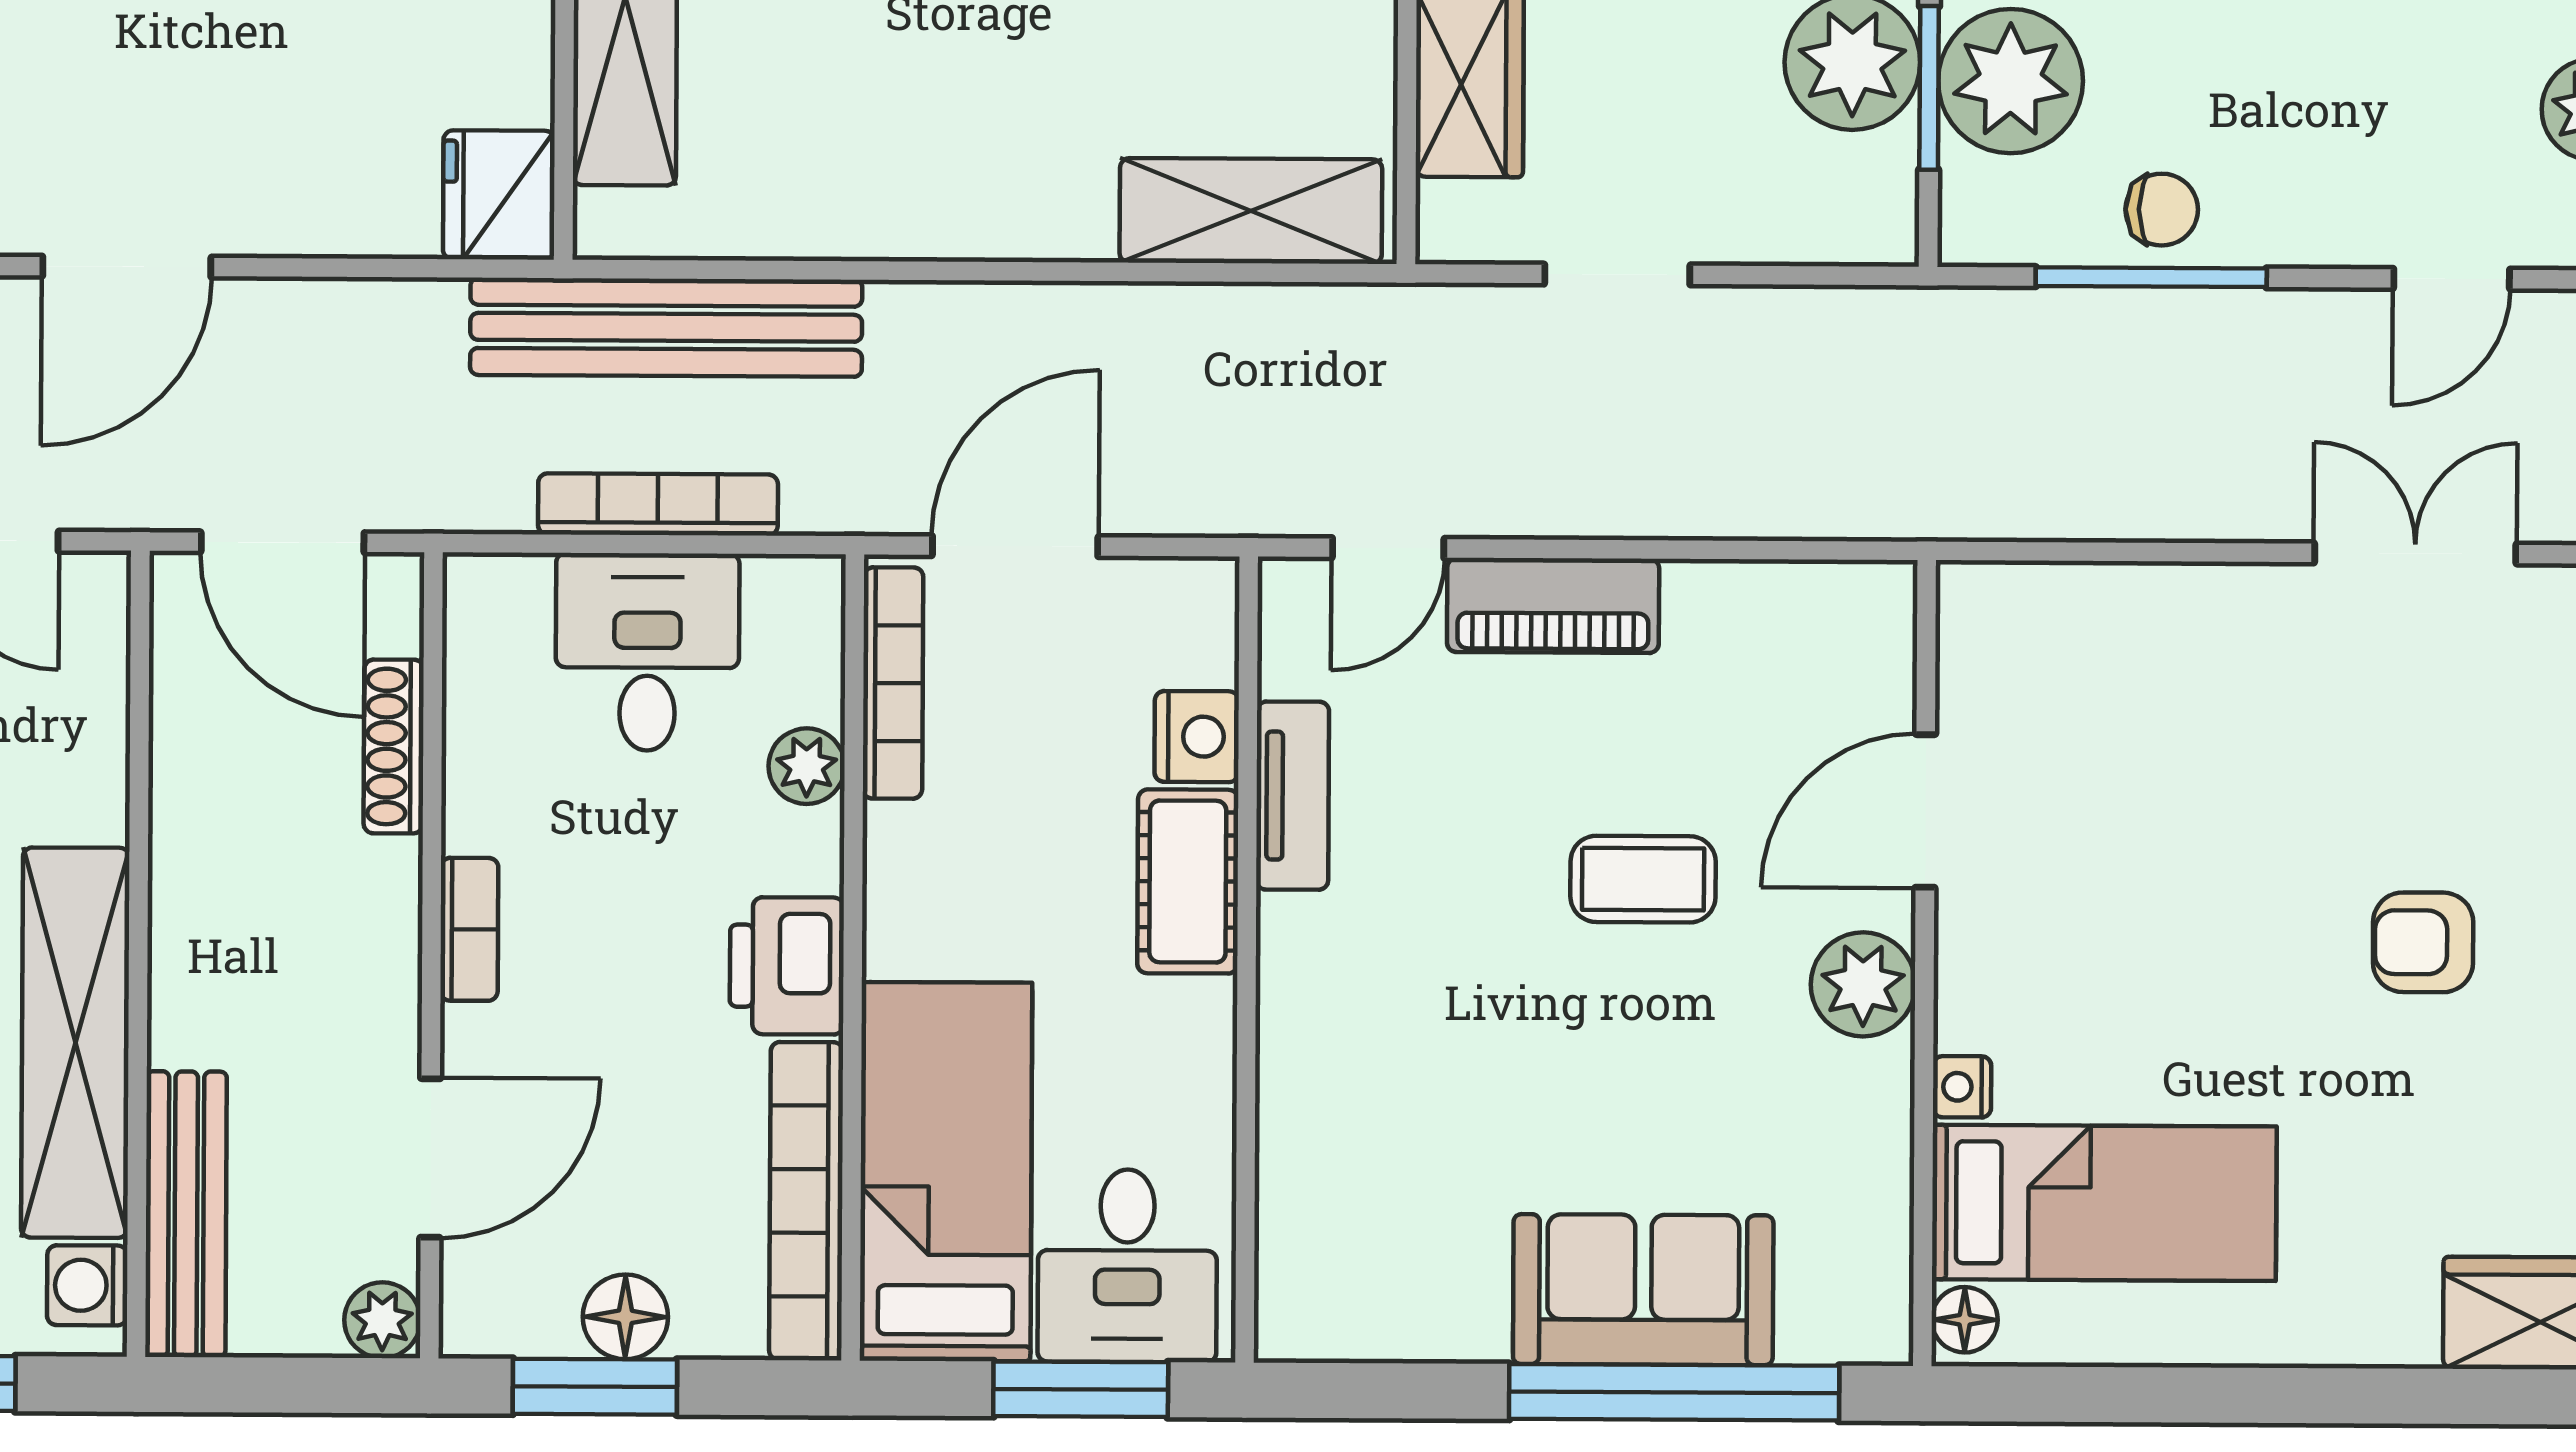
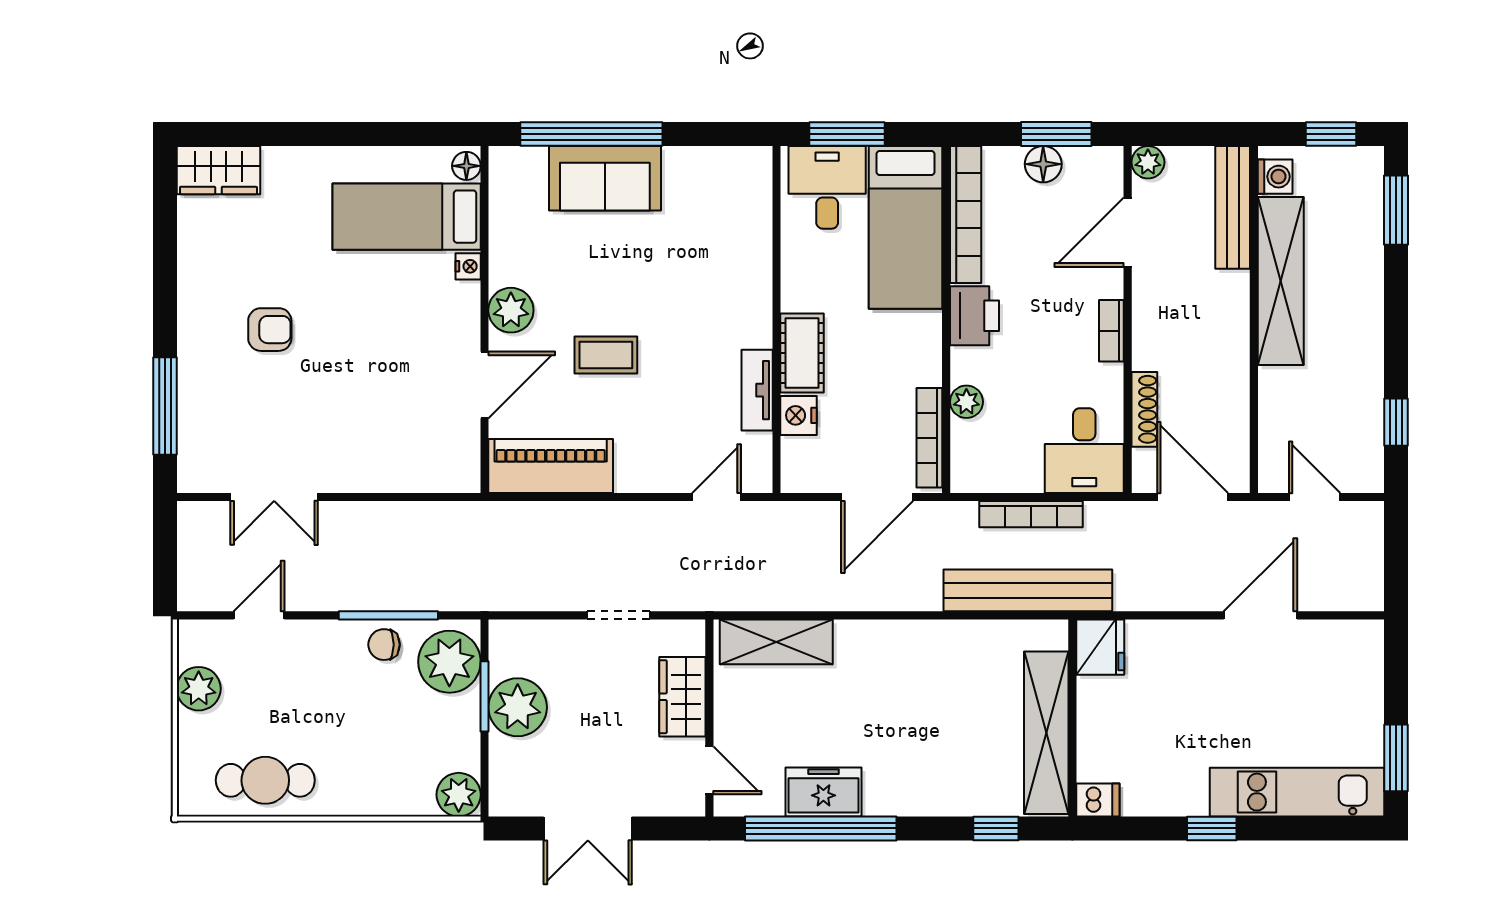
plant: (2011, 81) -> (449, 662), moved
piano: (1553, 605) -> (551, 466), moved, width x1.37, depth x1.33
desk: (647, 652) -> (1084, 451), moved

